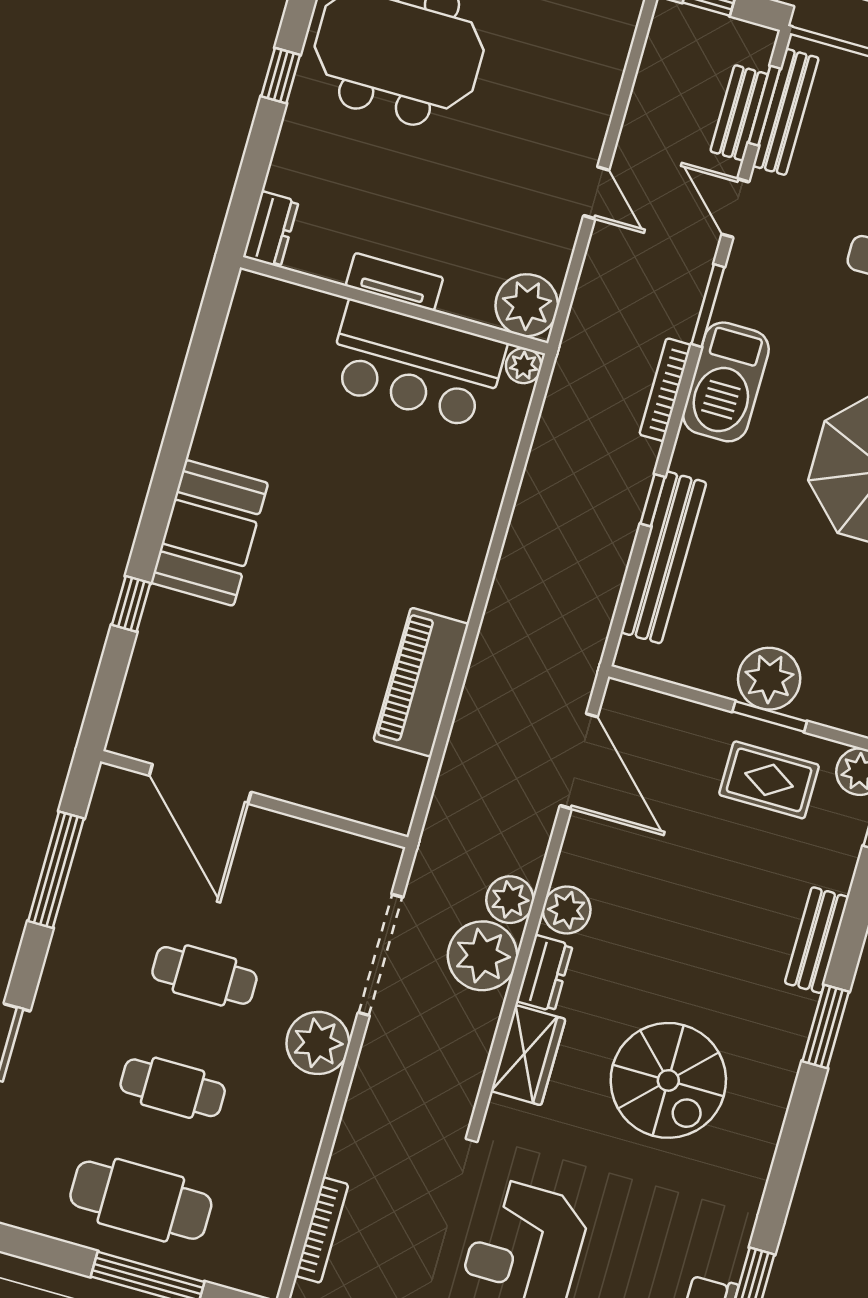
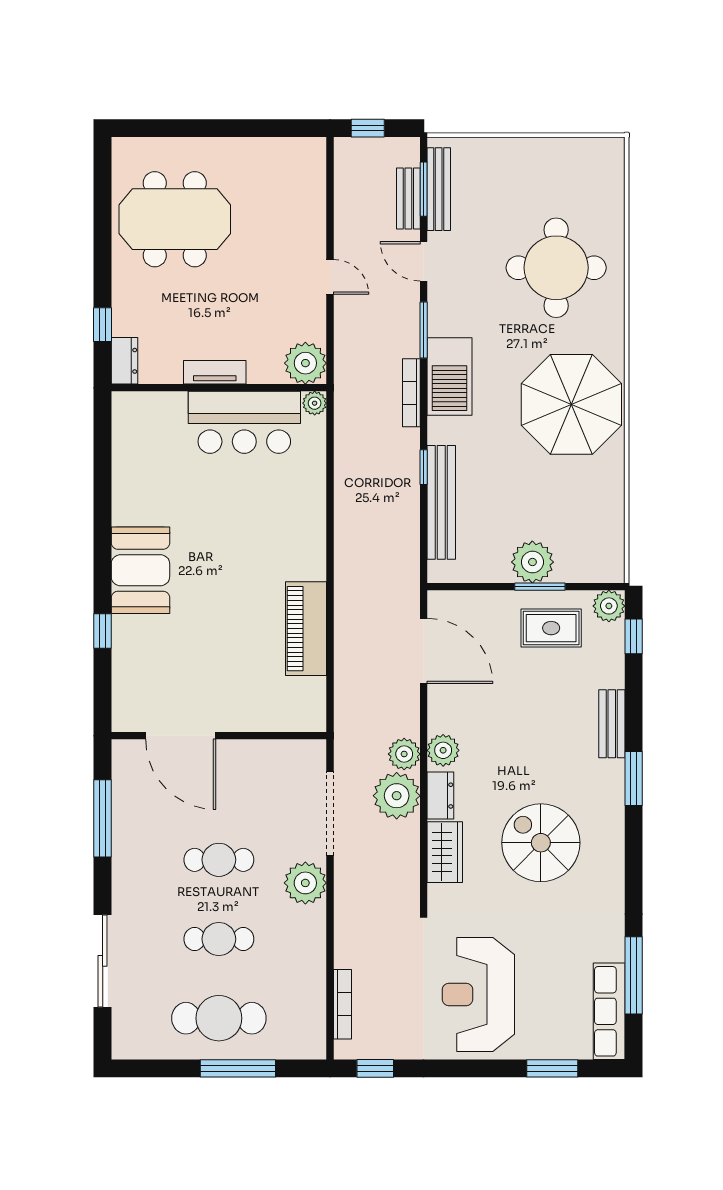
window: (281, 76) -> (103, 325), moved
spiral stairs: (668, 1080) -> (541, 843), turned 180

